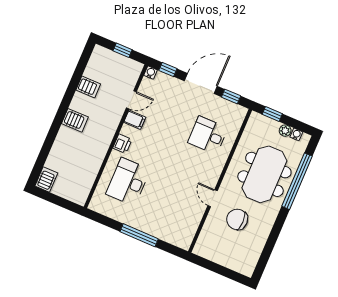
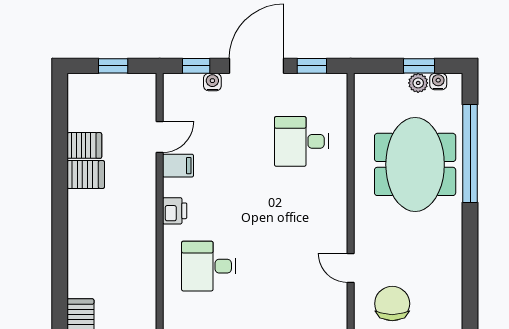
water cooler: (151, 73) -> (212, 82), moved
window: (272, 114) -> (419, 66), moved
server rack: (75, 120) -> (86, 175), moved
desk: (128, 182) -> (209, 266), width x0.73
door: (213, 198) -> (351, 268), moved
chair: (237, 219) -> (392, 304), moved, turned 90

